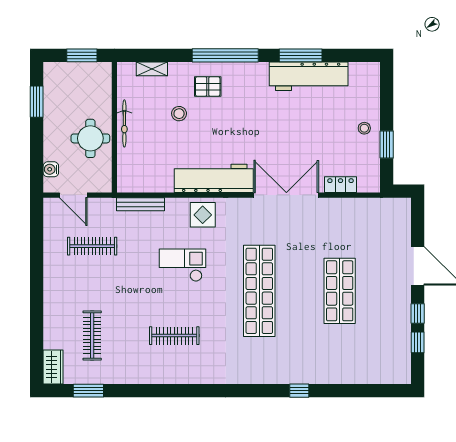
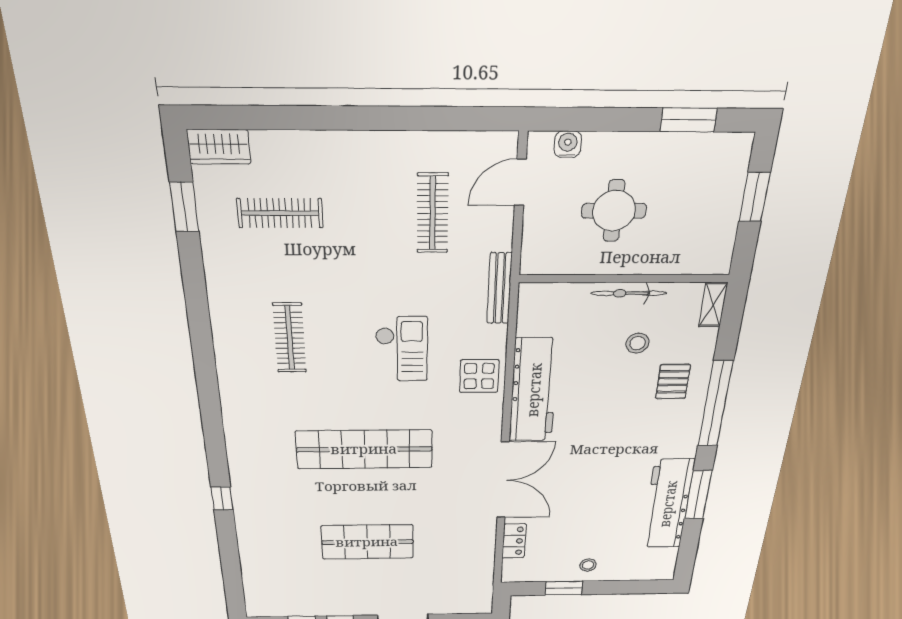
bicycle: (124, 123) -> (629, 293), moved
wall: (114, 127) -> (624, 279), moved

